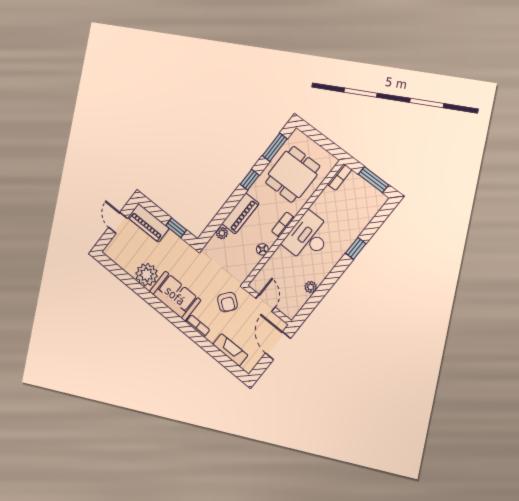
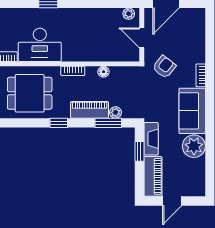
window: (275, 147) -> (108, 123), moved
desk: (308, 237) -> (40, 45), moved
plant: (311, 287) -> (129, 14), moved
door: (265, 303) -> (142, 38), hinge flipped
fireplace: (230, 350) -> (151, 139), moved, turned 180

